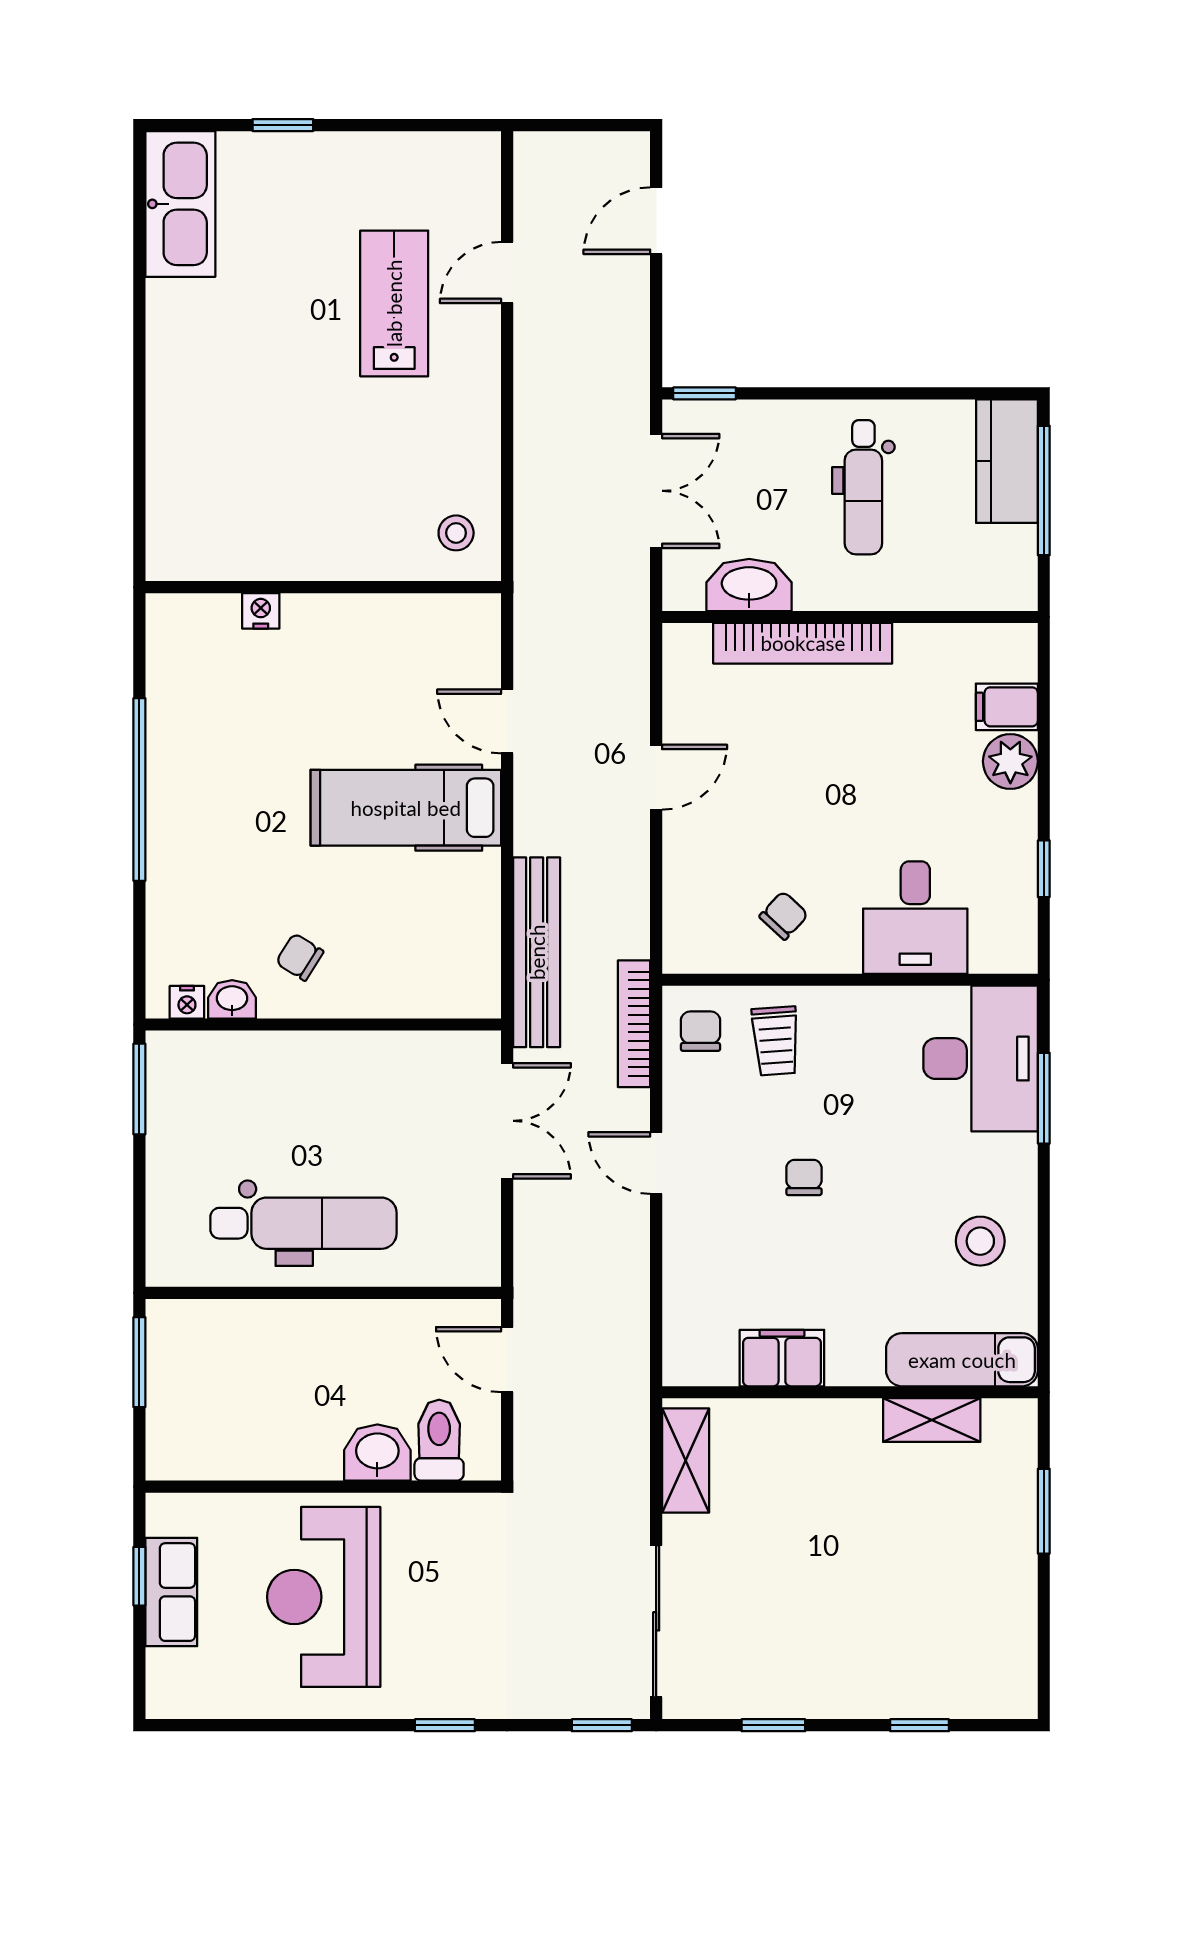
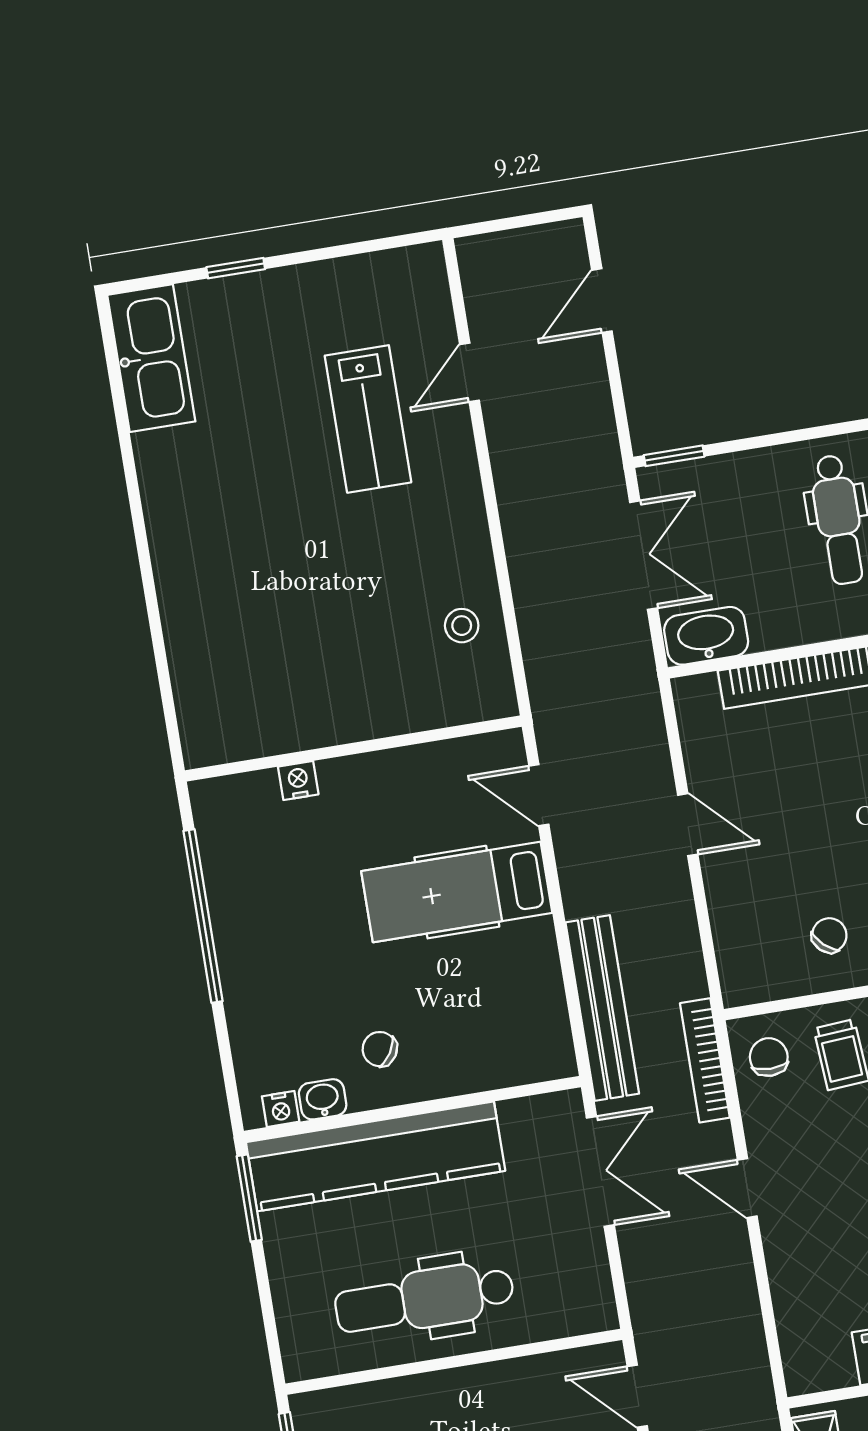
lab bench: (394, 303) -> (368, 419), turned 180
washbasin: (749, 585) -> (706, 636), moved
wall: (323, 587) -> (353, 749), moved
nightstand: (261, 611) -> (298, 781), moved
door: (656, 777) -> (688, 825), hinge flipped
kitchen counter: (277, 1067) -> (376, 1156), added
dental chair: (303, 1223) -> (424, 1299), turned 180

